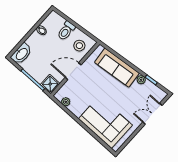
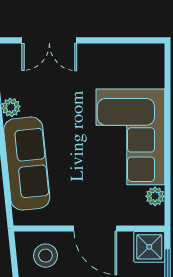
corner sofa: (105, 122) -> (130, 137), moved

